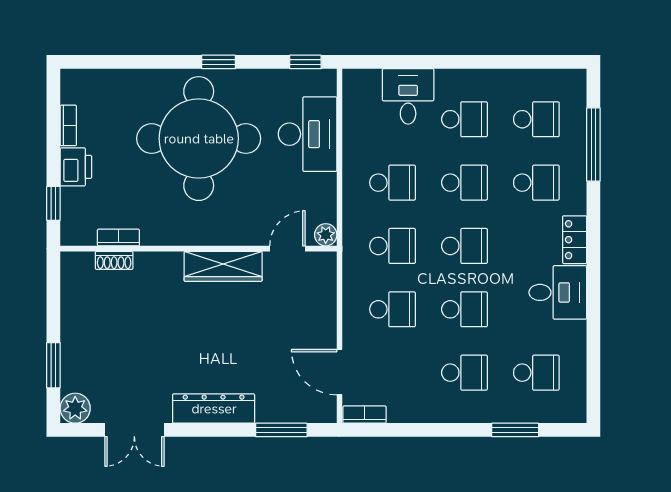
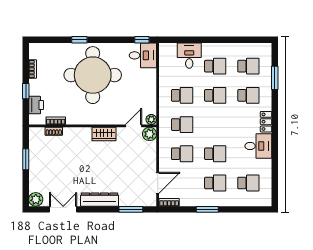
window: (219, 62) -> (79, 40), moved
desk: (308, 134) -> (143, 55), moved, width x0.73
window: (593, 145) -> (275, 78), width x0.69
printer: (76, 167) -> (36, 105), moved
window: (53, 203) -> (26, 91), moved
school desk: (464, 246) -> (215, 125), removed
wardrobe: (223, 266) -> (104, 134), width x0.67
plant: (322, 266) -> (150, 134), added
window: (53, 365) -> (26, 159), moved
door: (340, 372) -> (158, 183), swing flipped
double door: (134, 430) -> (63, 209), swing flipped
window: (515, 430) -> (207, 209), moved

